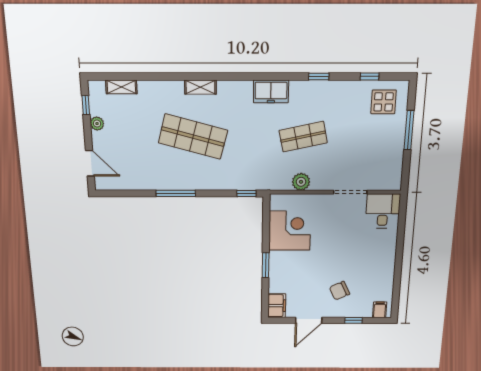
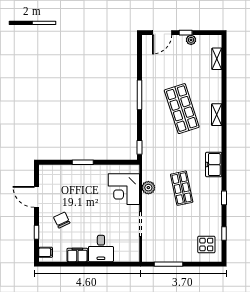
window: (86, 105) -> (186, 33), moved
window: (409, 130) -> (169, 264), moved
shop shelf: (193, 137) -> (182, 109), turned -33
desk: (383, 211) -> (101, 248), moved, turned 90
corner desk: (290, 231) -> (124, 189), moved, turned 90
filing cabinet: (277, 306) -> (77, 255), moved, turned 180

